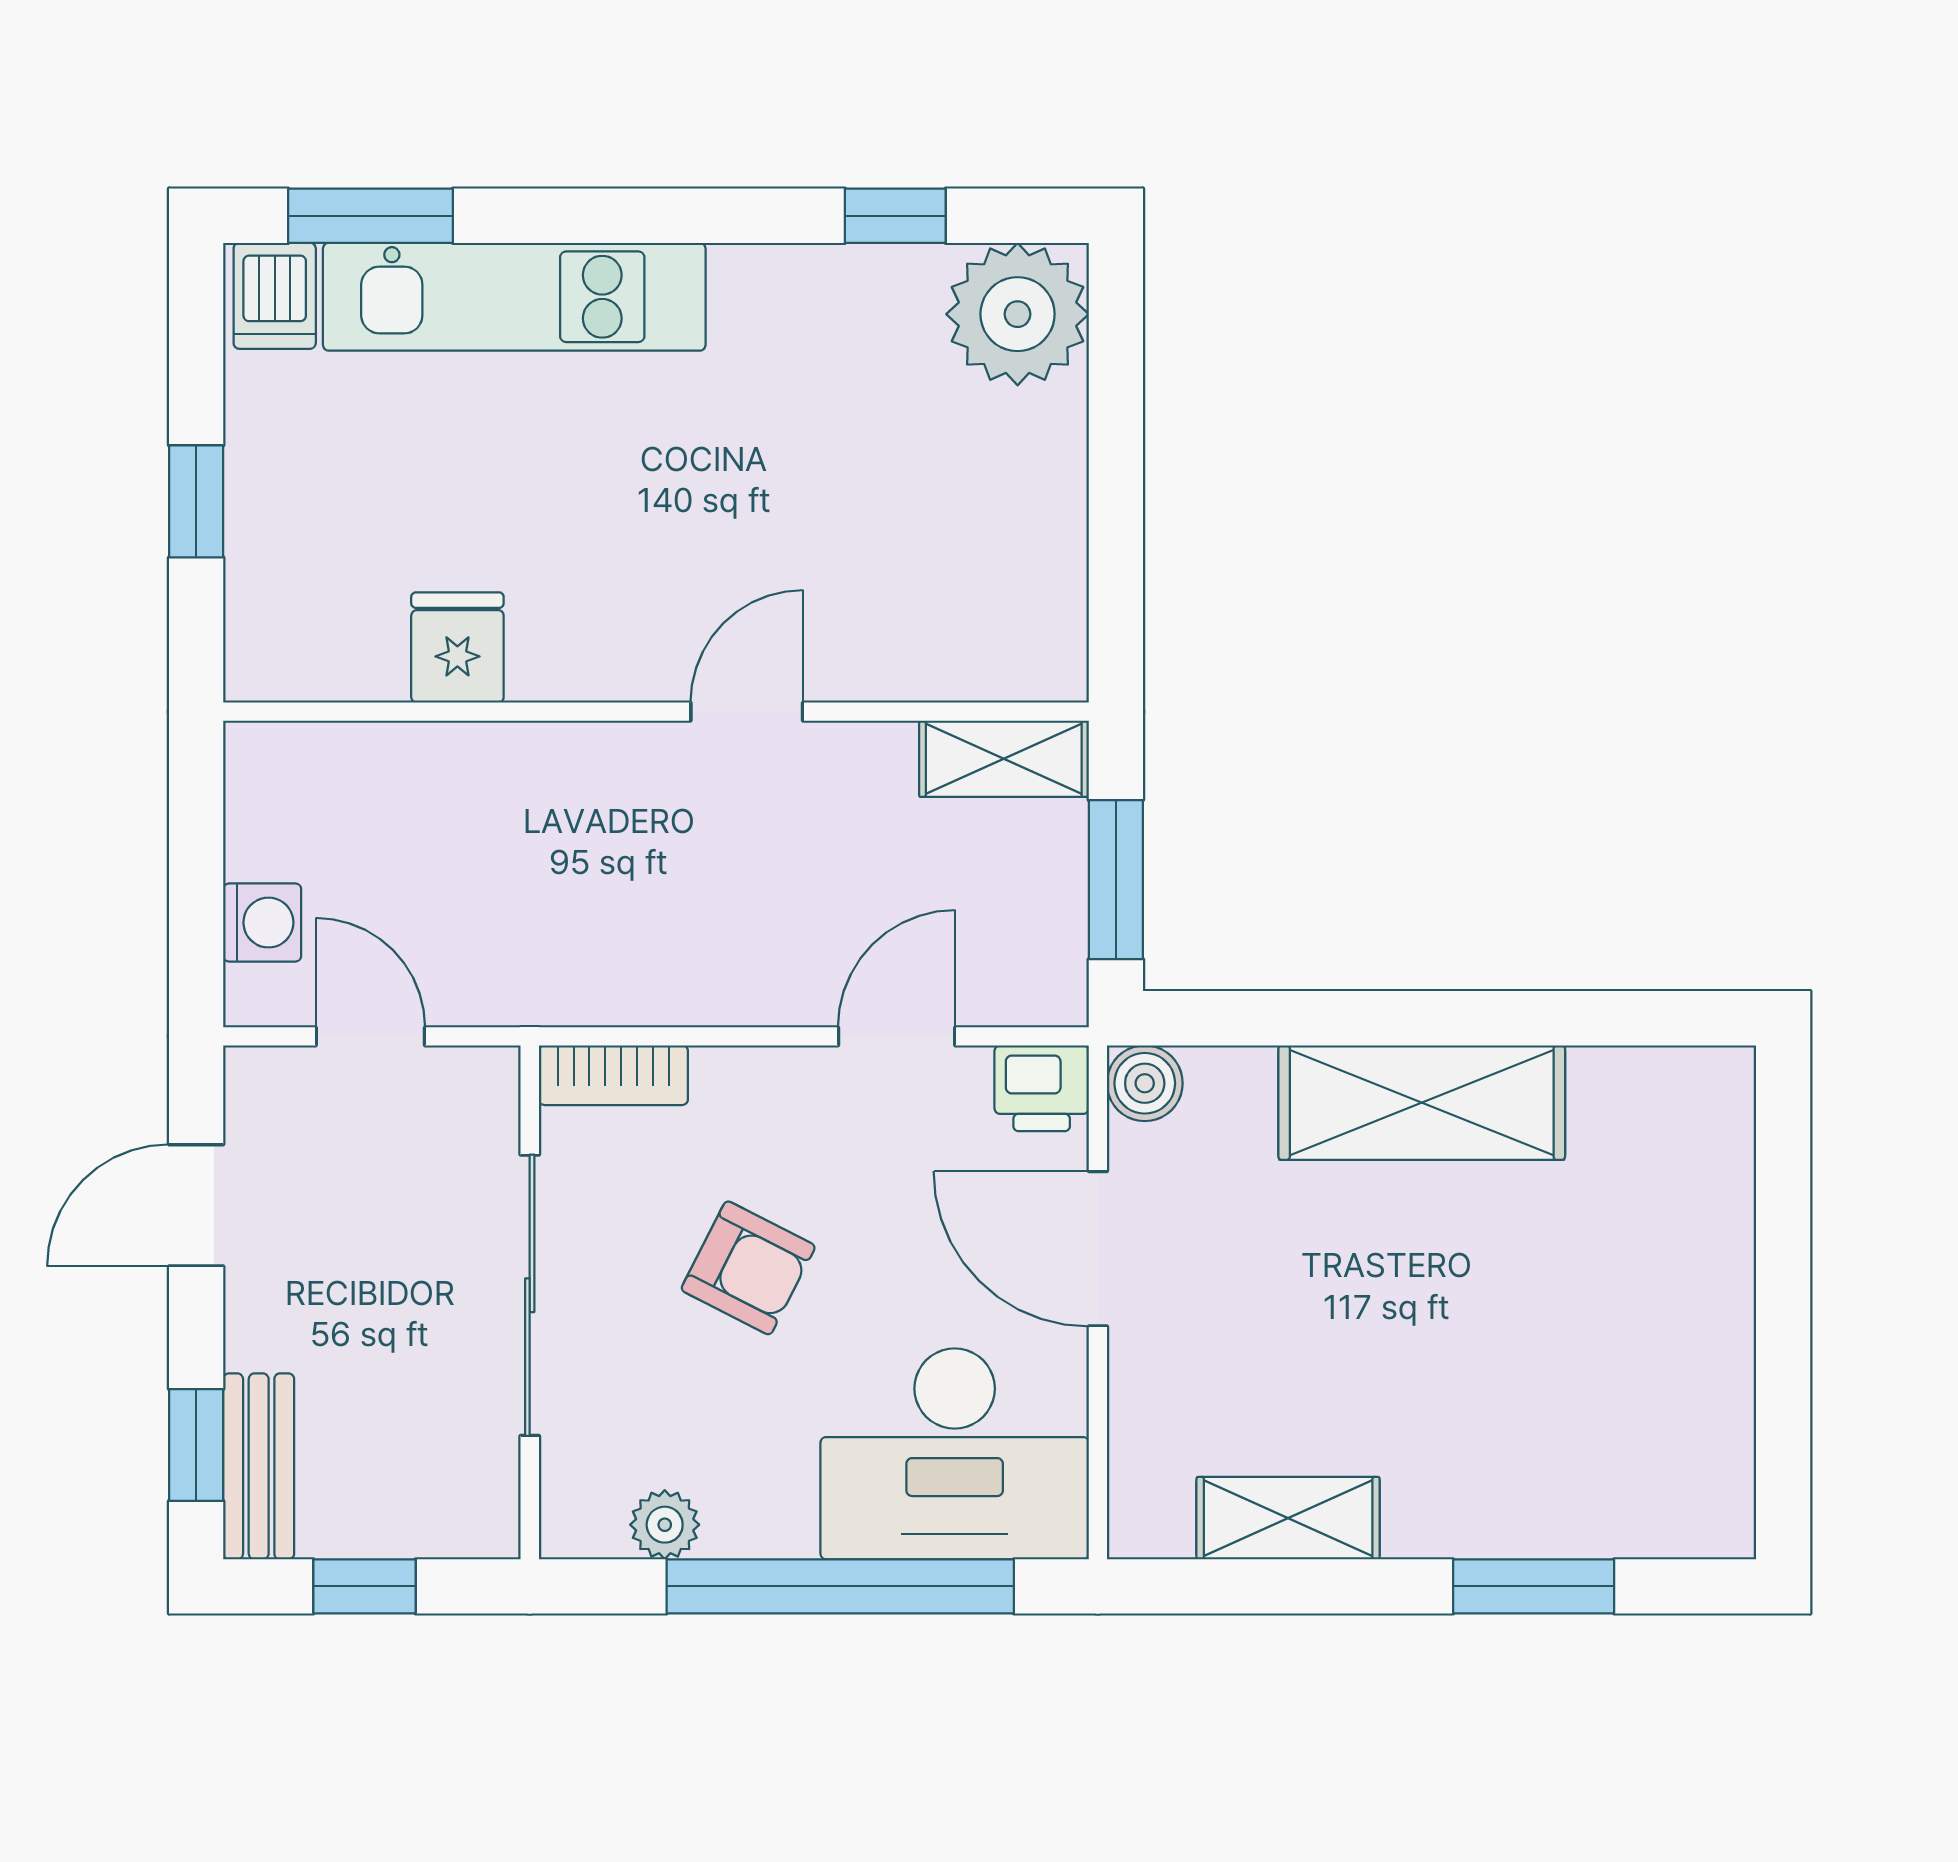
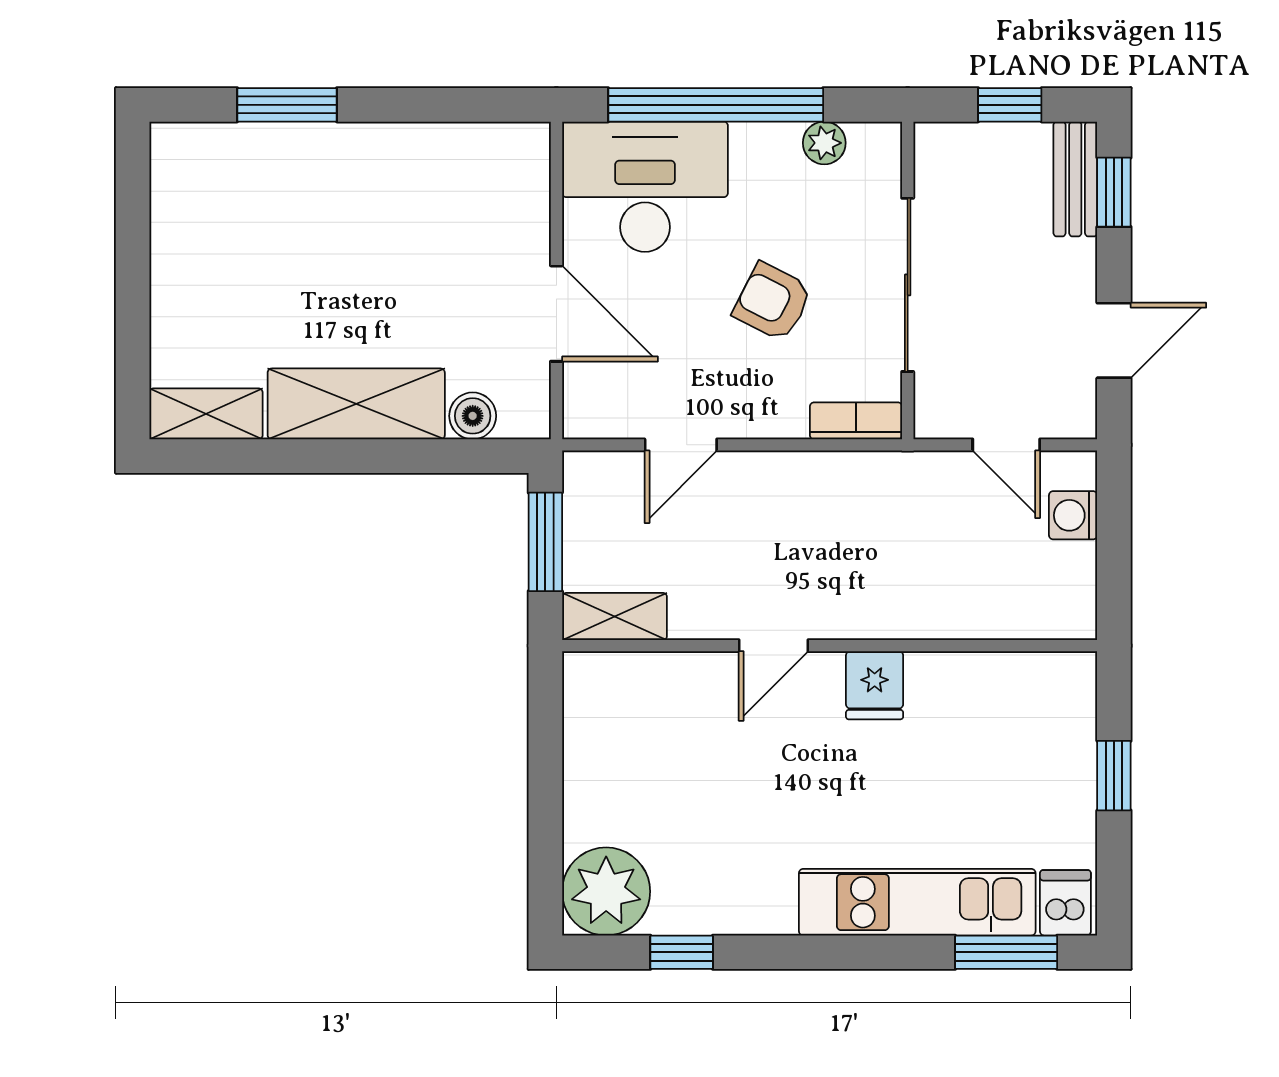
fridge: (457, 648) -> (875, 685), moved
boiler: (1145, 1083) -> (473, 416), moved
printer: (1042, 1088) -> (591, 413), removed
shelving: (1288, 1518) -> (206, 414), moved

